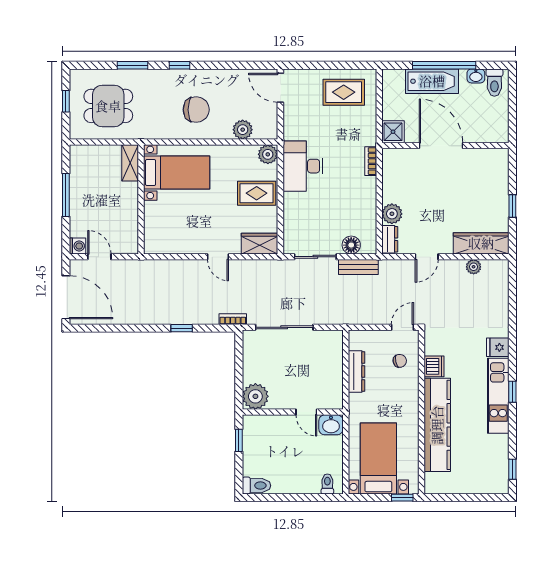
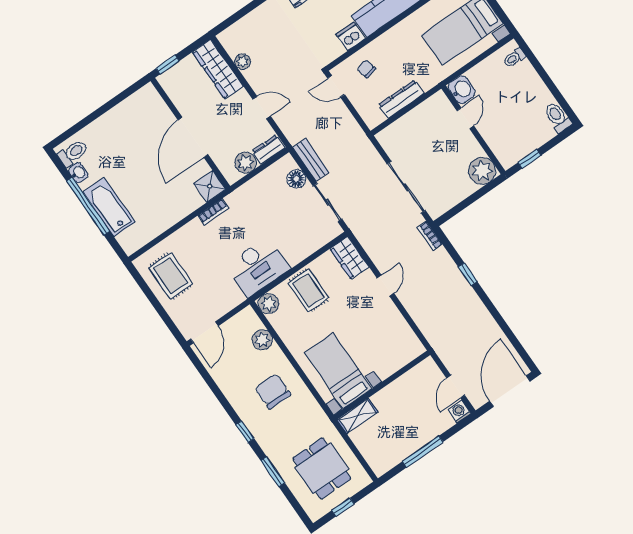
shower: (393, 132) -> (210, 186), moved
door: (441, 146) -> (193, 137), moved
wall: (445, 146) -> (190, 133), moved

